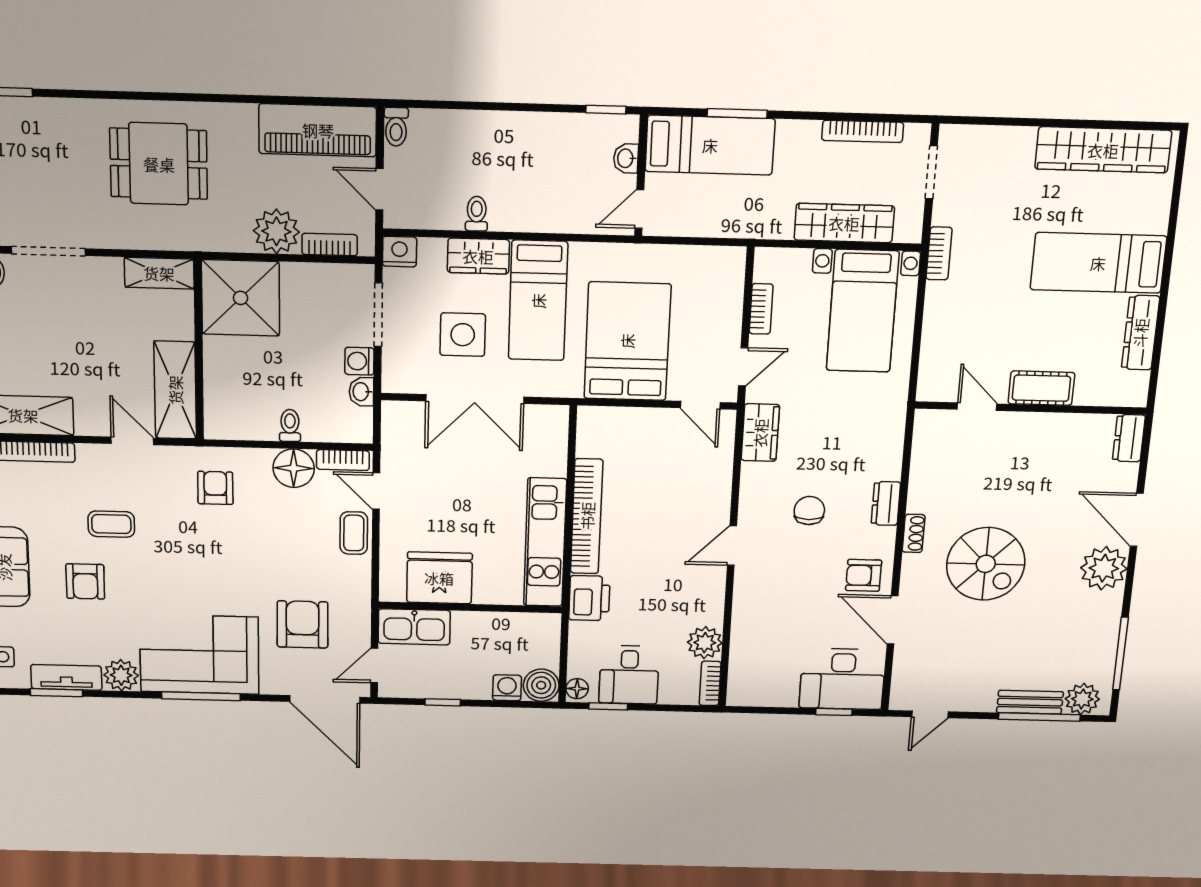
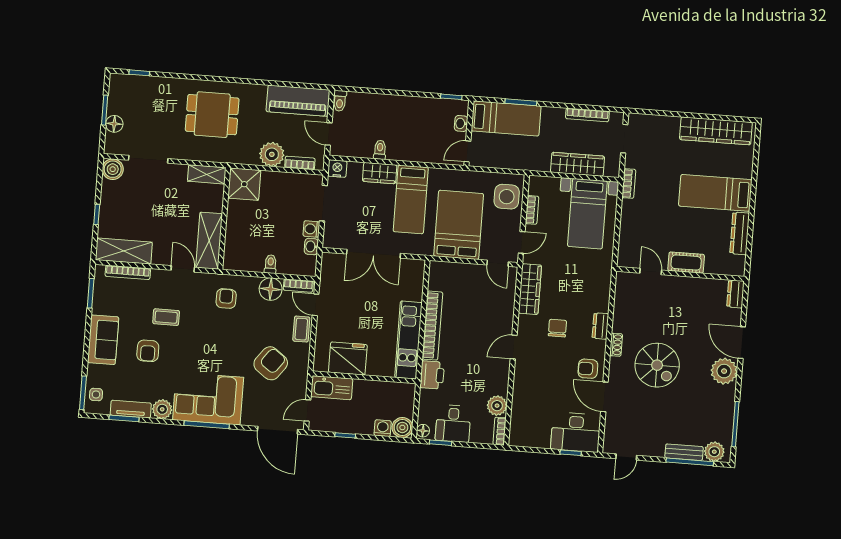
shower: (241, 298) -> (244, 184), width x0.73, depth x0.73
side table: (463, 335) -> (507, 197), moved
wardrobe: (760, 433) -> (530, 289), width x1.50
armchair: (302, 624) -> (271, 363), moved, turned 37

